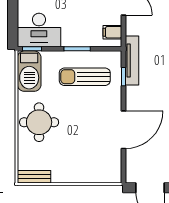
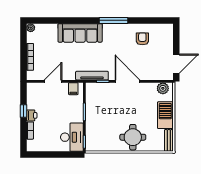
barbecue: (29, 71) -> (165, 115), moved, turned -90
sun lounger: (85, 77) -> (103, 107), removed
door: (123, 130) -> (127, 81), moved
plant: (113, 168) -> (163, 88), added

